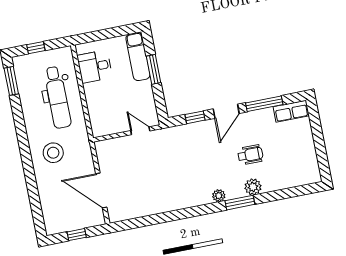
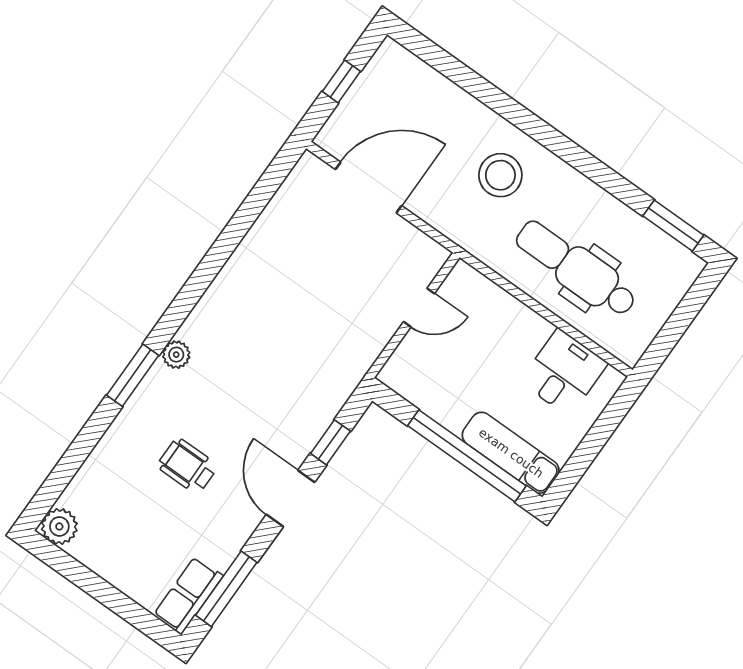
window: (36, 48) -> (684, 315), removed
window: (154, 69) -> (467, 456), width x2.11
window: (264, 104) -> (226, 589), moved
door: (140, 131) -> (419, 308), moved
wheelchair: (250, 155) -> (188, 466), turned 90
plant: (253, 187) -> (59, 526), moved

